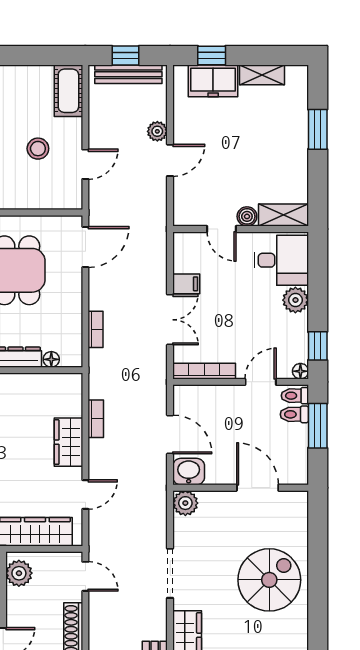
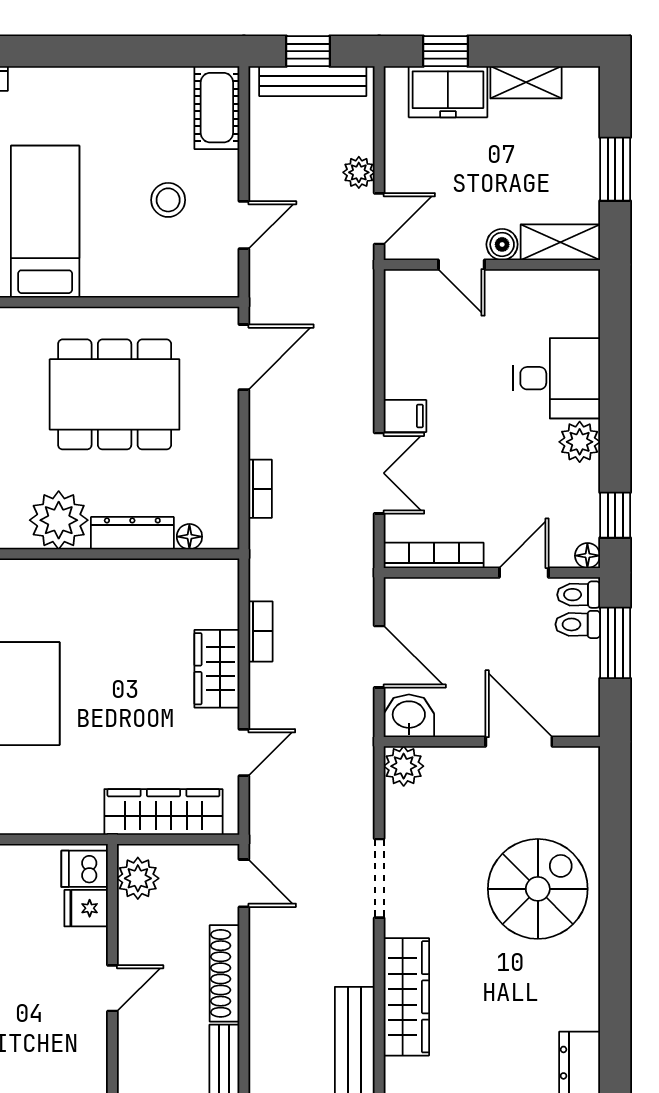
shelving: (283, 215) -> (560, 242), moved
boiler: (247, 216) -> (502, 244), moved
door: (222, 229) -> (461, 265), moved
wall: (241, 229) -> (492, 265), moved

